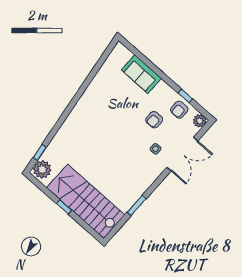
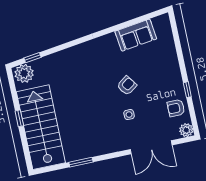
sofa: (141, 74) -> (136, 35), moved, turned -98
window: (185, 96) -> (187, 90), moved
armchair: (154, 120) -> (127, 86), moved, turned 144
side table: (156, 149) -> (129, 115), moved

